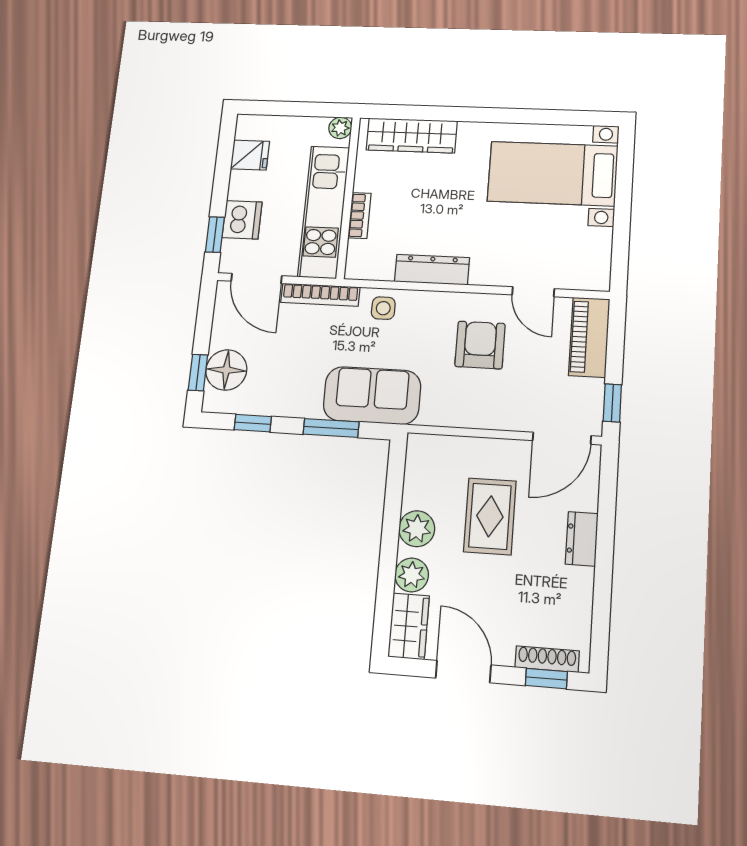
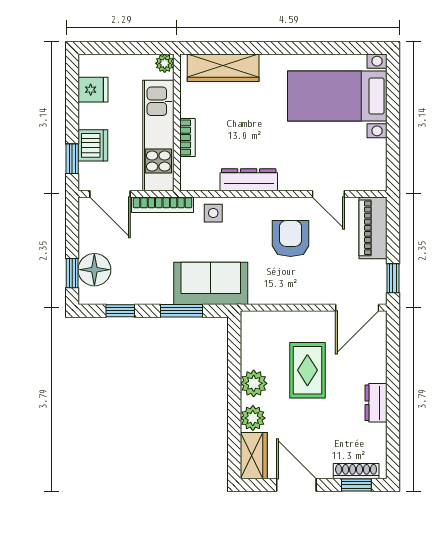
dresser: (582, 539) -> (376, 403), moved

